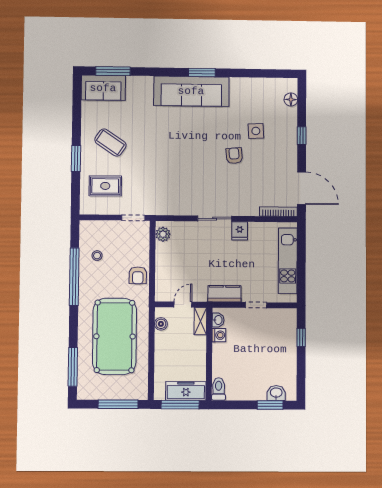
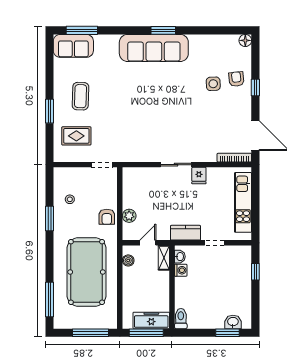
floor lamp: (291, 100) -> (245, 40), moved
coffee table: (110, 143) -> (81, 96), turned 58
armchair: (234, 156) -> (236, 79), moved
plant: (163, 234) -> (129, 216), moved
window: (74, 277) -> (49, 219), width x0.47

